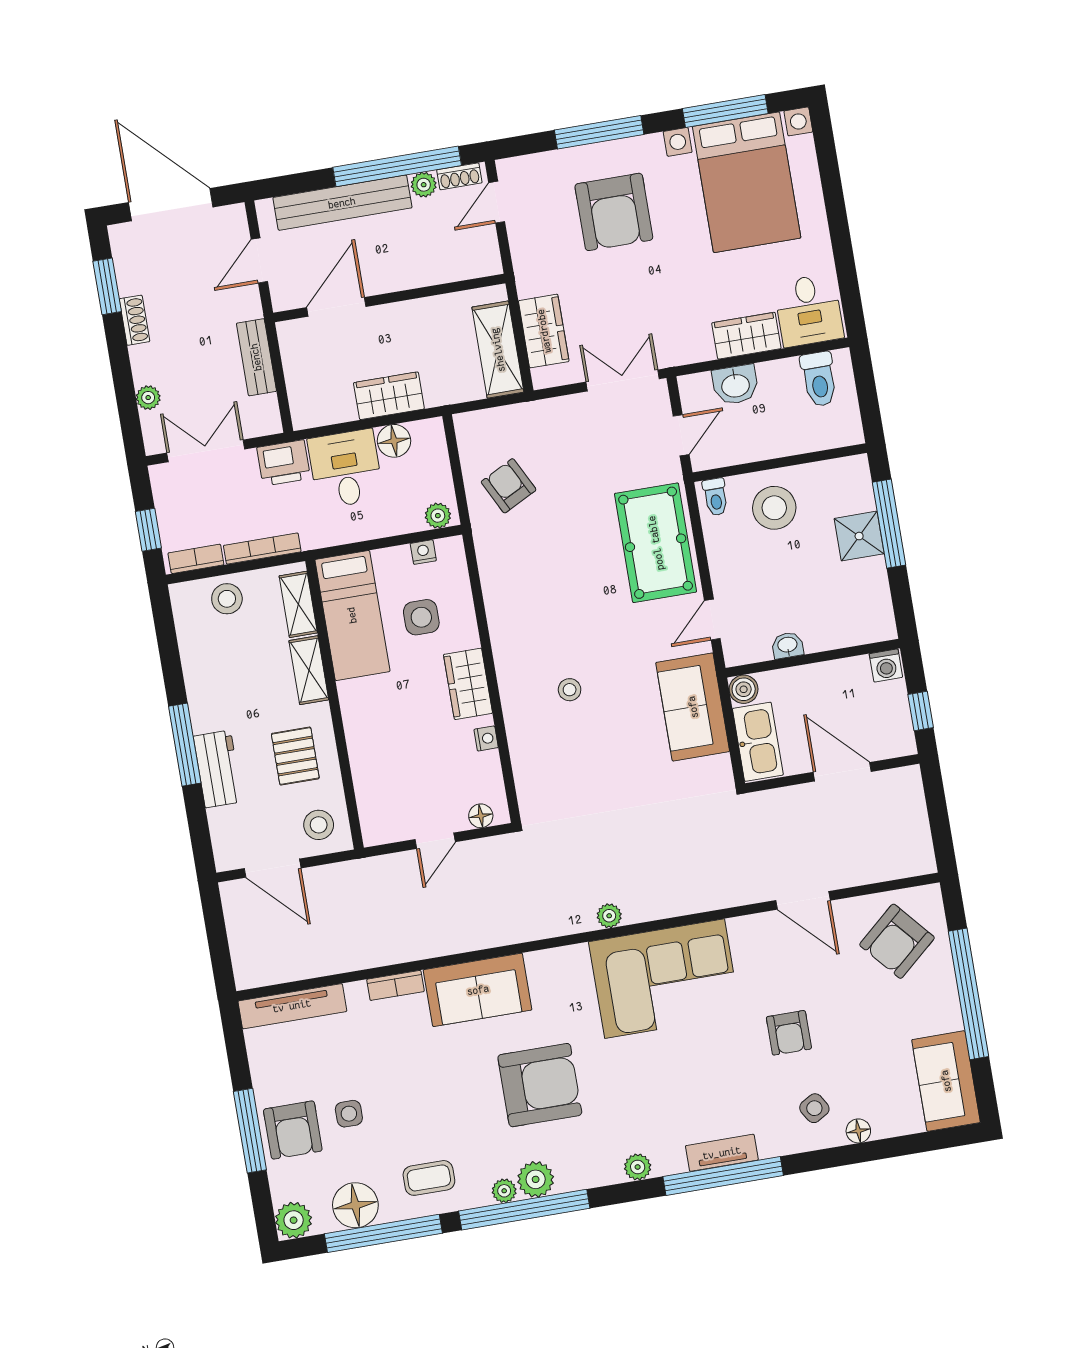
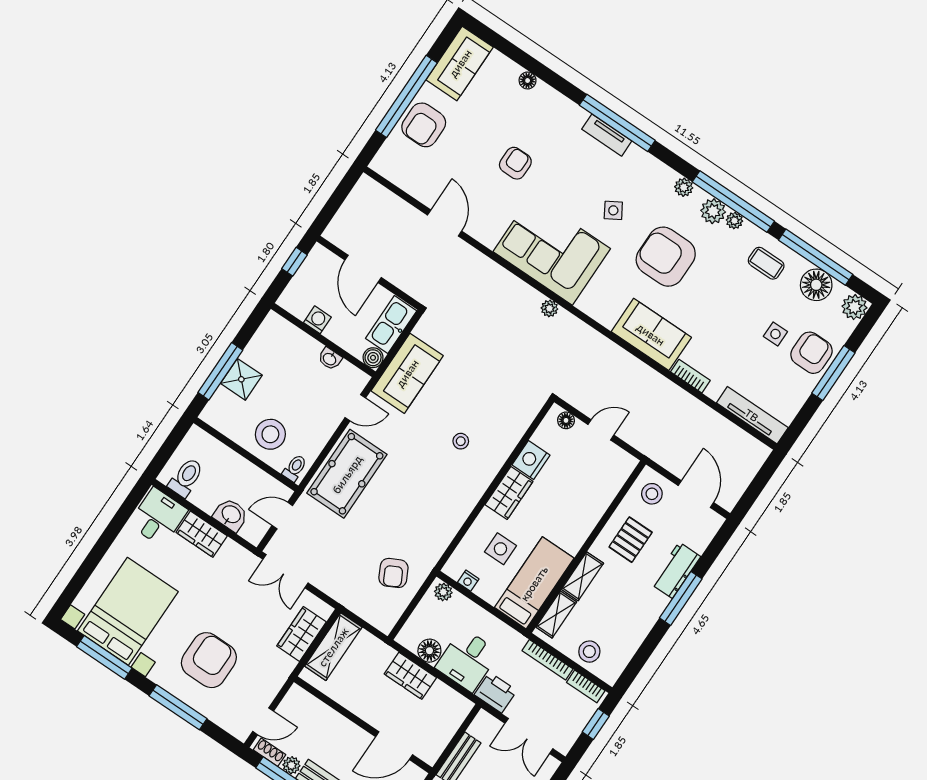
washing machine: (886, 665) -> (317, 320), moved
nightstand: (486, 738) -> (531, 460), width x1.89, depth x1.79
armchair: (897, 941) -> (424, 125), moved, turned 131
side table: (814, 1108) -> (613, 210), moved
plant: (638, 1167) -> (684, 187), moved

